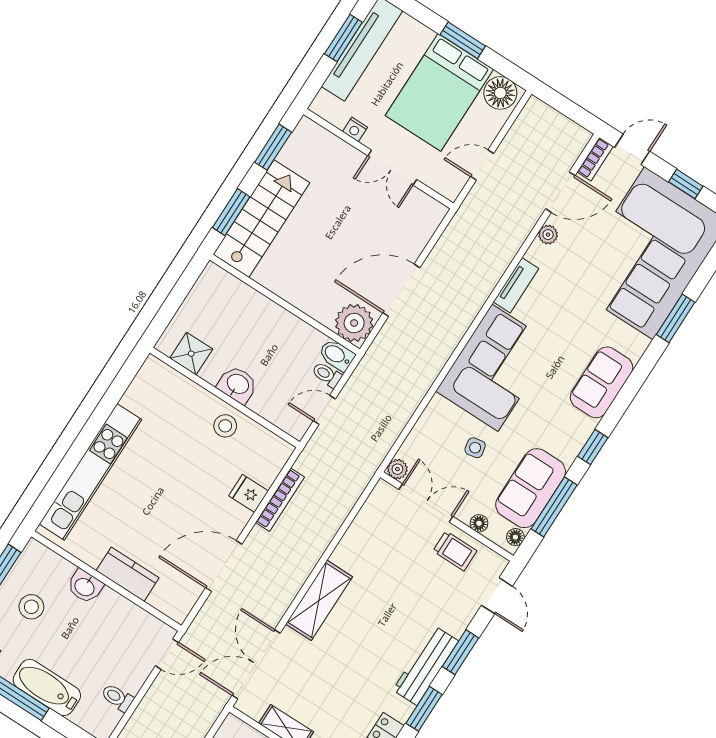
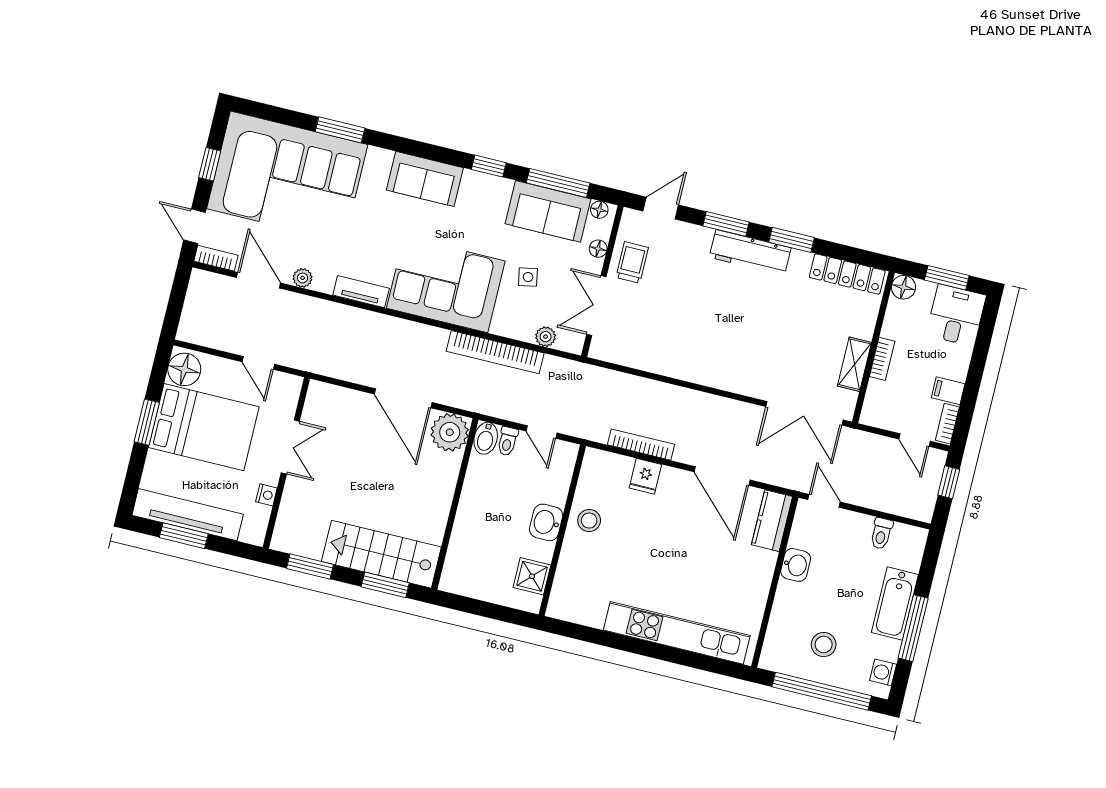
bookcase: (415, 392) -> (495, 352), added
plant: (397, 469) -> (546, 337), moved
kitchen counter: (128, 574) -> (772, 521), moved
washbasin: (85, 586) -> (796, 565), moved
shelving: (319, 600) -> (723, 375), removed

